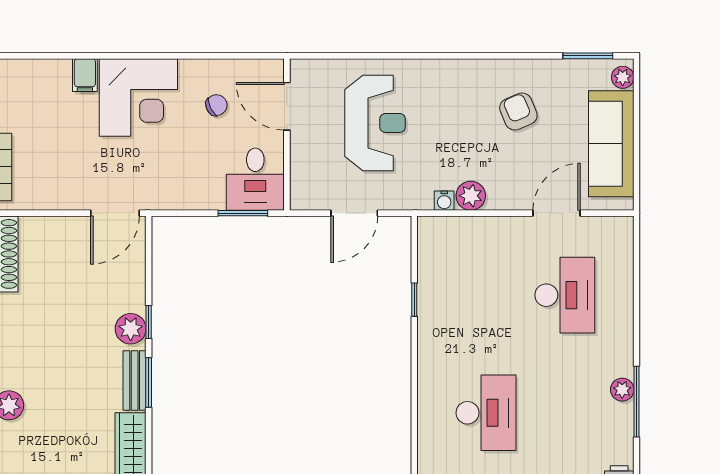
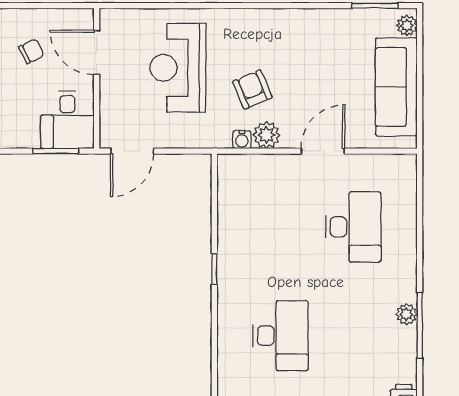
armchair: (518, 112) -> (252, 90), moved
reception desk: (375, 123) -> (178, 68), turned 180
door: (354, 213) -> (132, 151), moved
door: (557, 213) -> (323, 151), moved
window: (414, 300) -> (214, 269), moved

